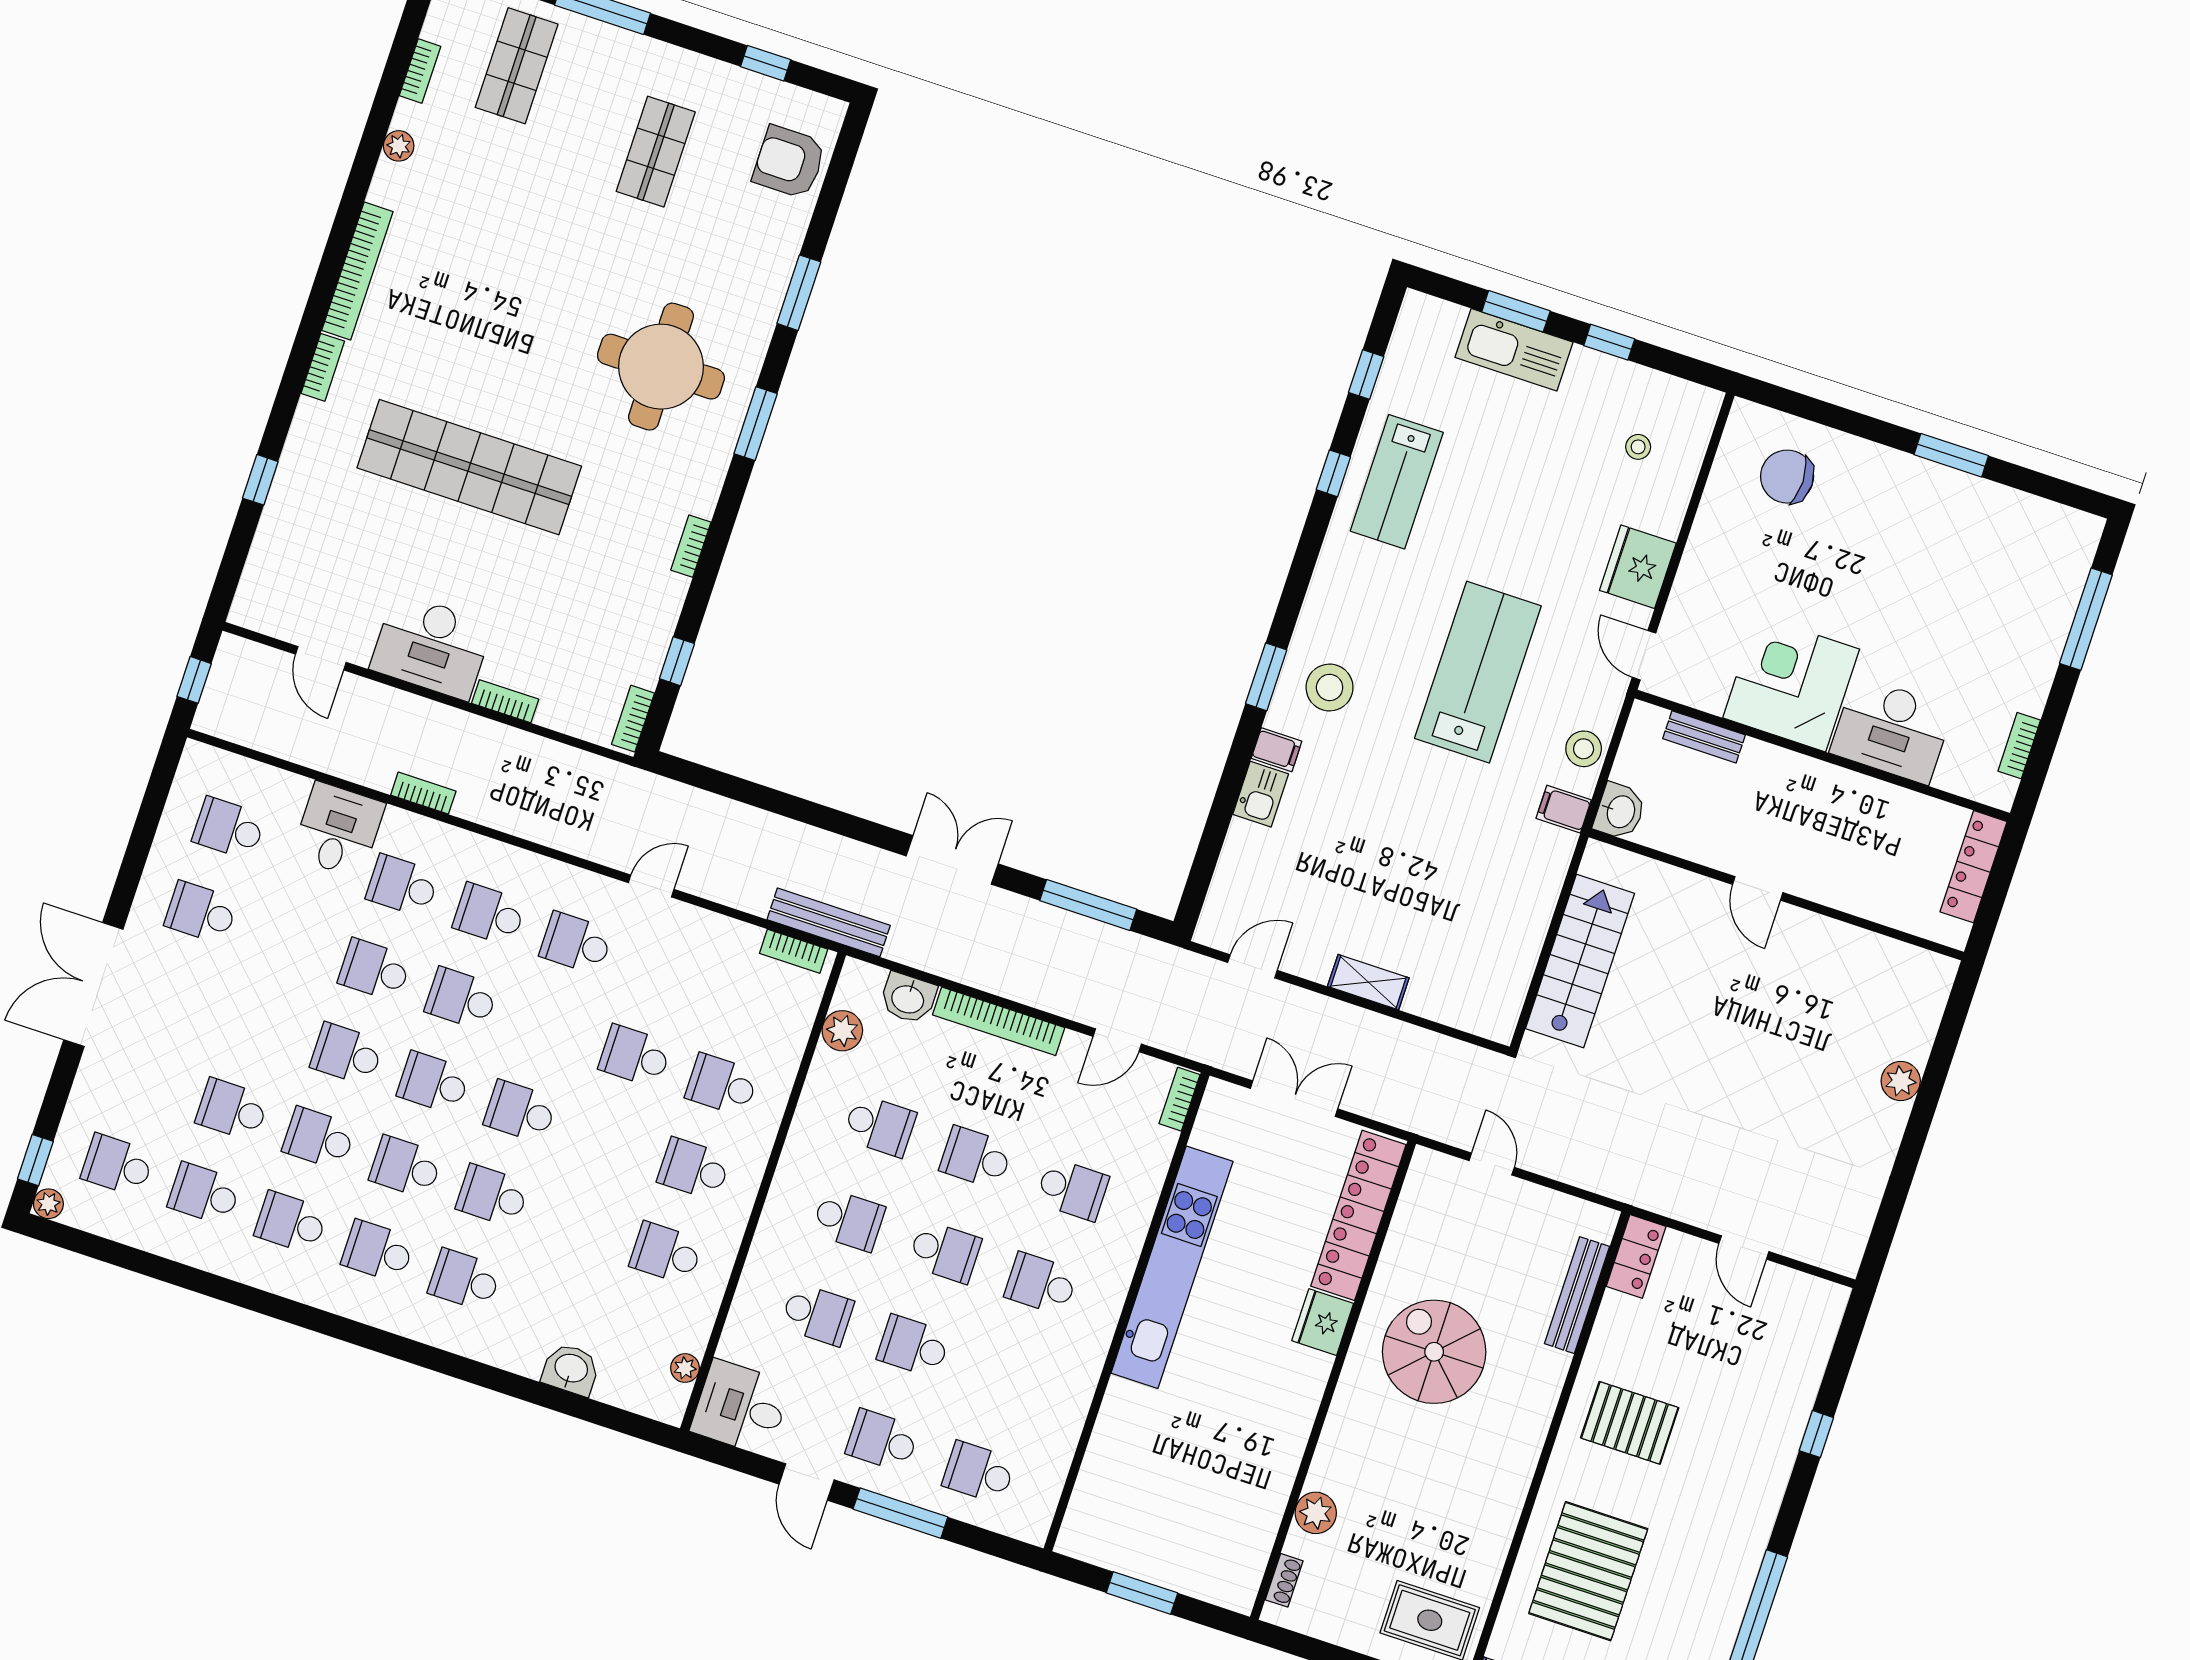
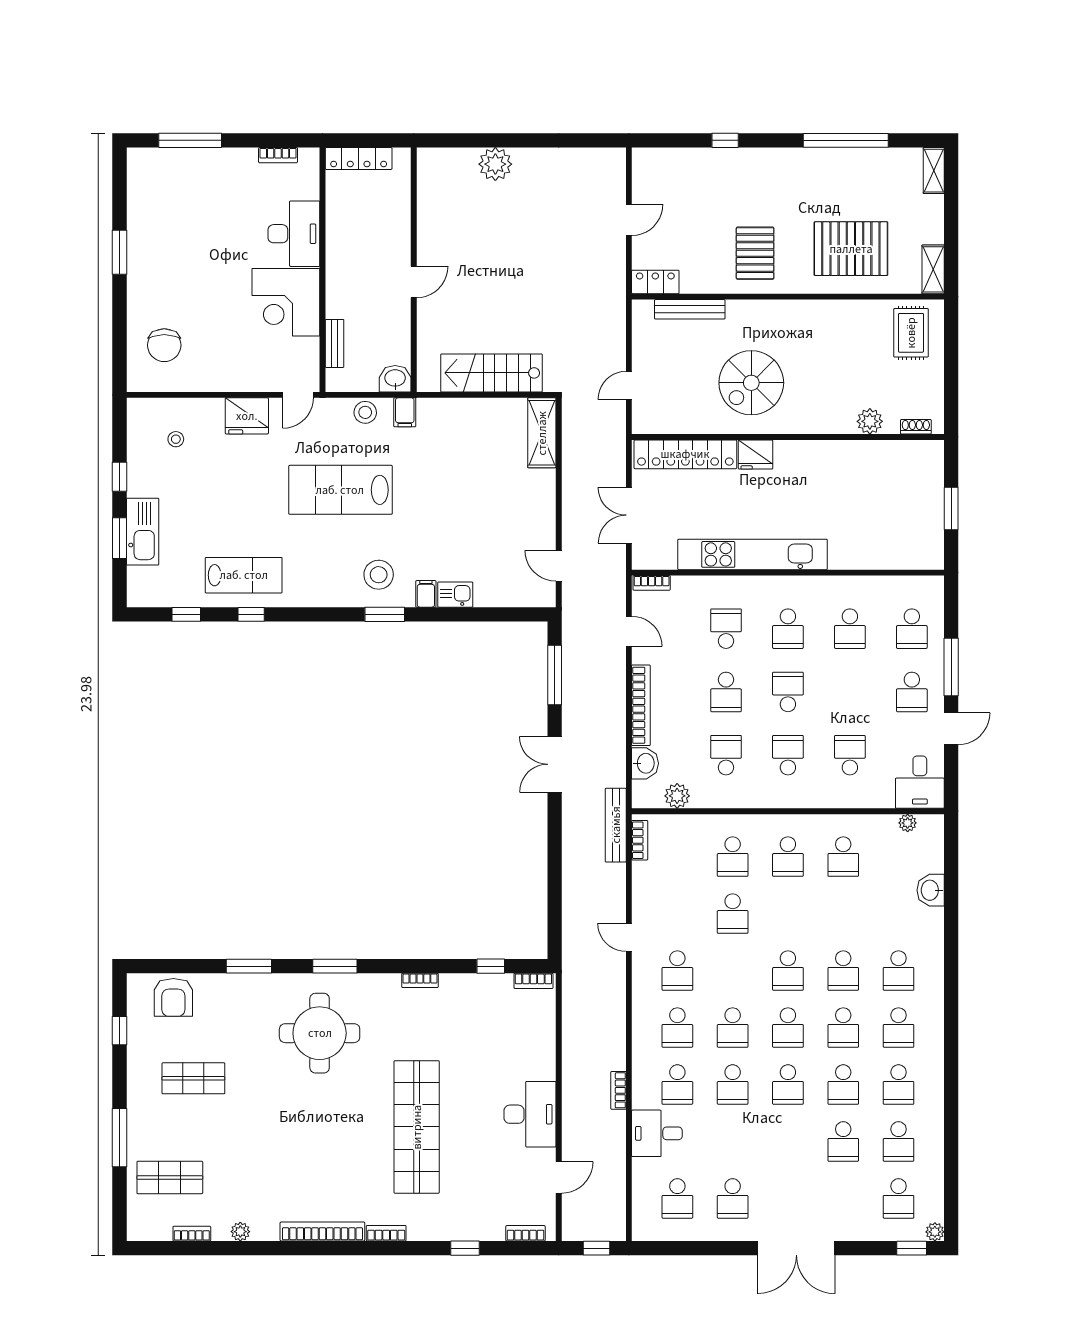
bookcase: (505, 701) -> (525, 1233), moved, turned 90
shelving: (1368, 982) -> (542, 433), moved, width x1.50, depth x1.33
plant: (1901, 1081) -> (495, 164), width x1.36, depth x1.36
school desk: (914, 1346) -> (850, 629), moved

